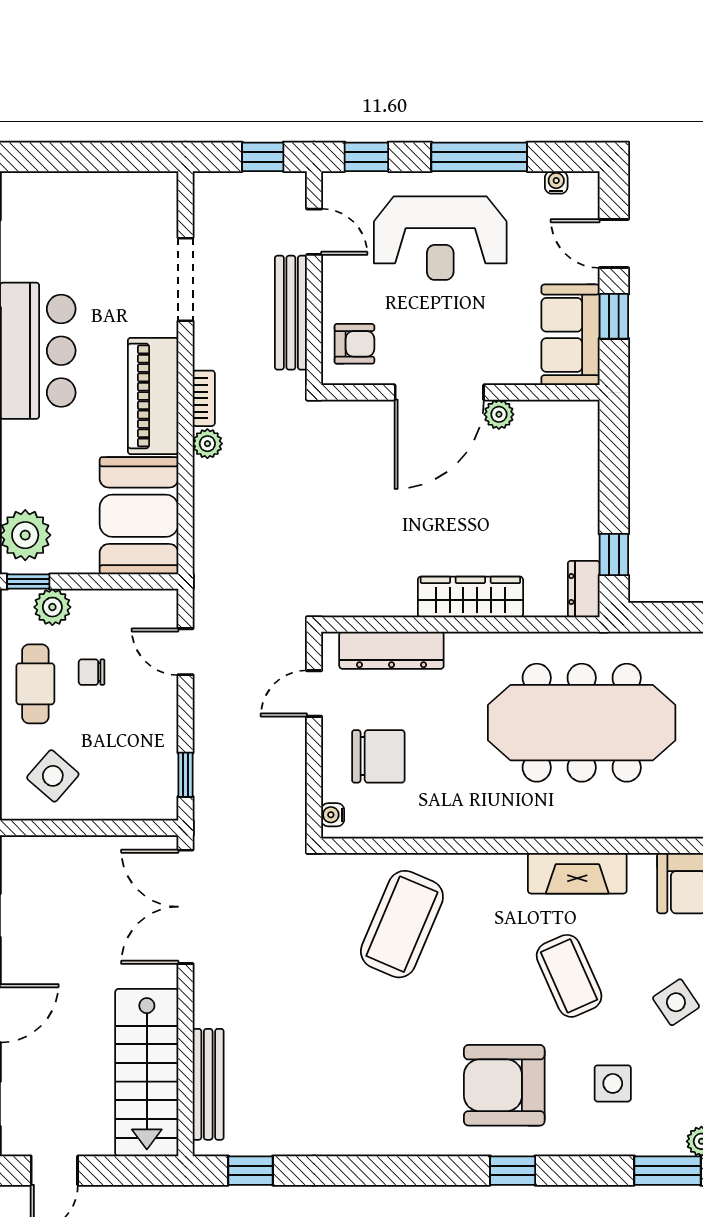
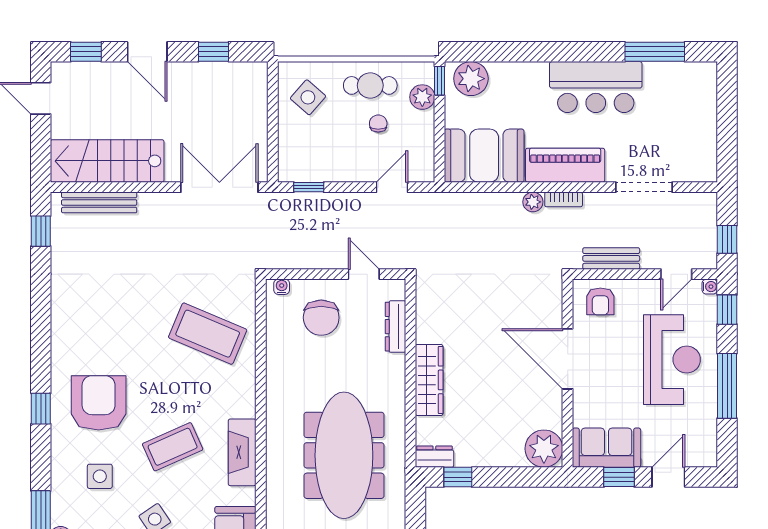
water cooler: (556, 182) -> (710, 287), moved
reception desk: (440, 238) -> (672, 360), turned 180
bench: (291, 313) -> (611, 258), width x0.73
plant: (499, 414) -> (544, 449), moved, width x1.88, depth x1.88
dresser: (391, 650) -> (396, 327), width x0.73, depth x0.80

